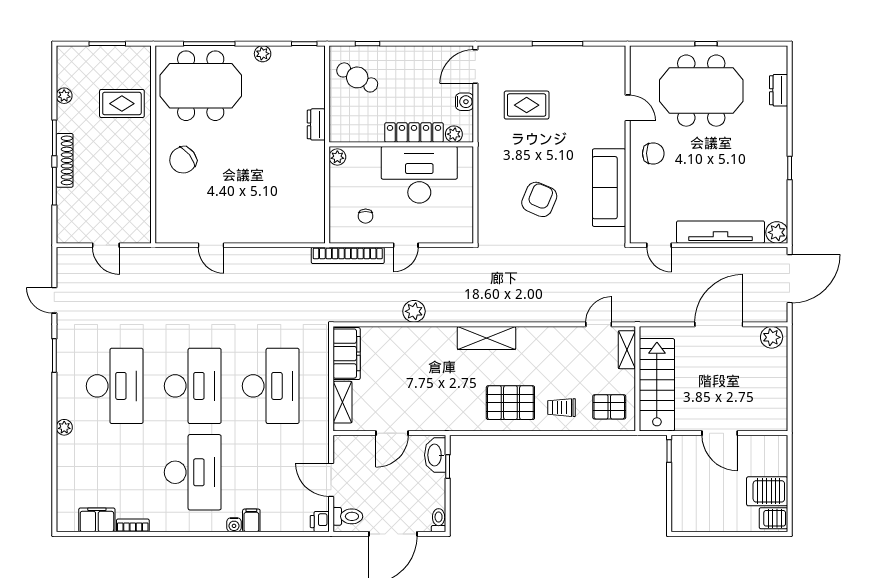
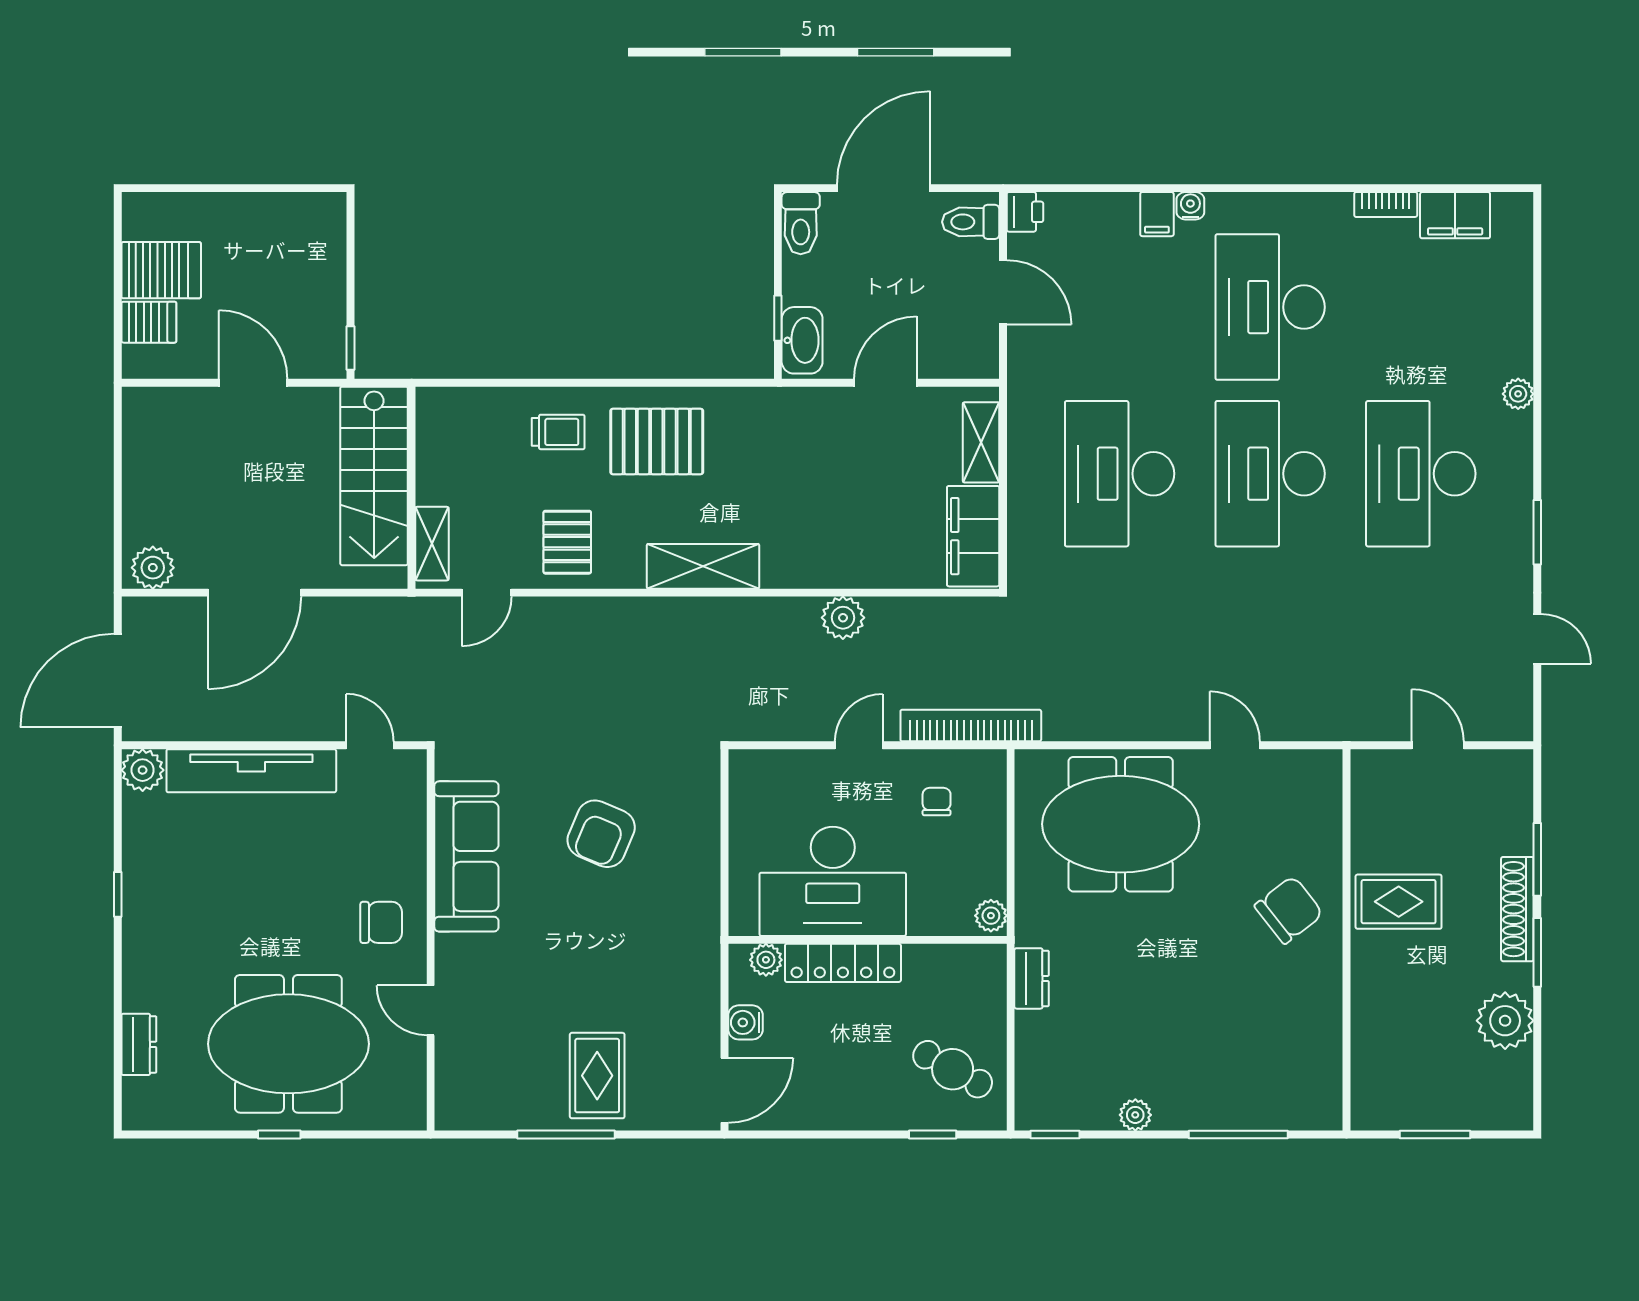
meeting table: (201, 86) -> (1121, 824), moved
plant: (64, 96) -> (1505, 1021), width x1.88, depth x1.88
rug: (122, 104) -> (1399, 902), moved
rug: (527, 105) -> (597, 1076), moved, turned 90
chair: (653, 153) -> (381, 922), turned 180
pallet: (609, 407) -> (567, 542), moved, turned 90
server rack: (774, 518) -> (149, 322), moved
toilet: (439, 520) -> (801, 223), width x1.37, depth x1.39

